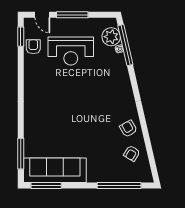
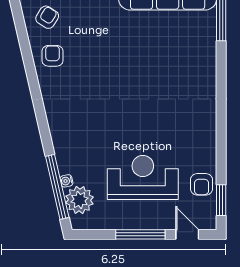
armchair: (128, 129) -> (53, 56), turned -150

